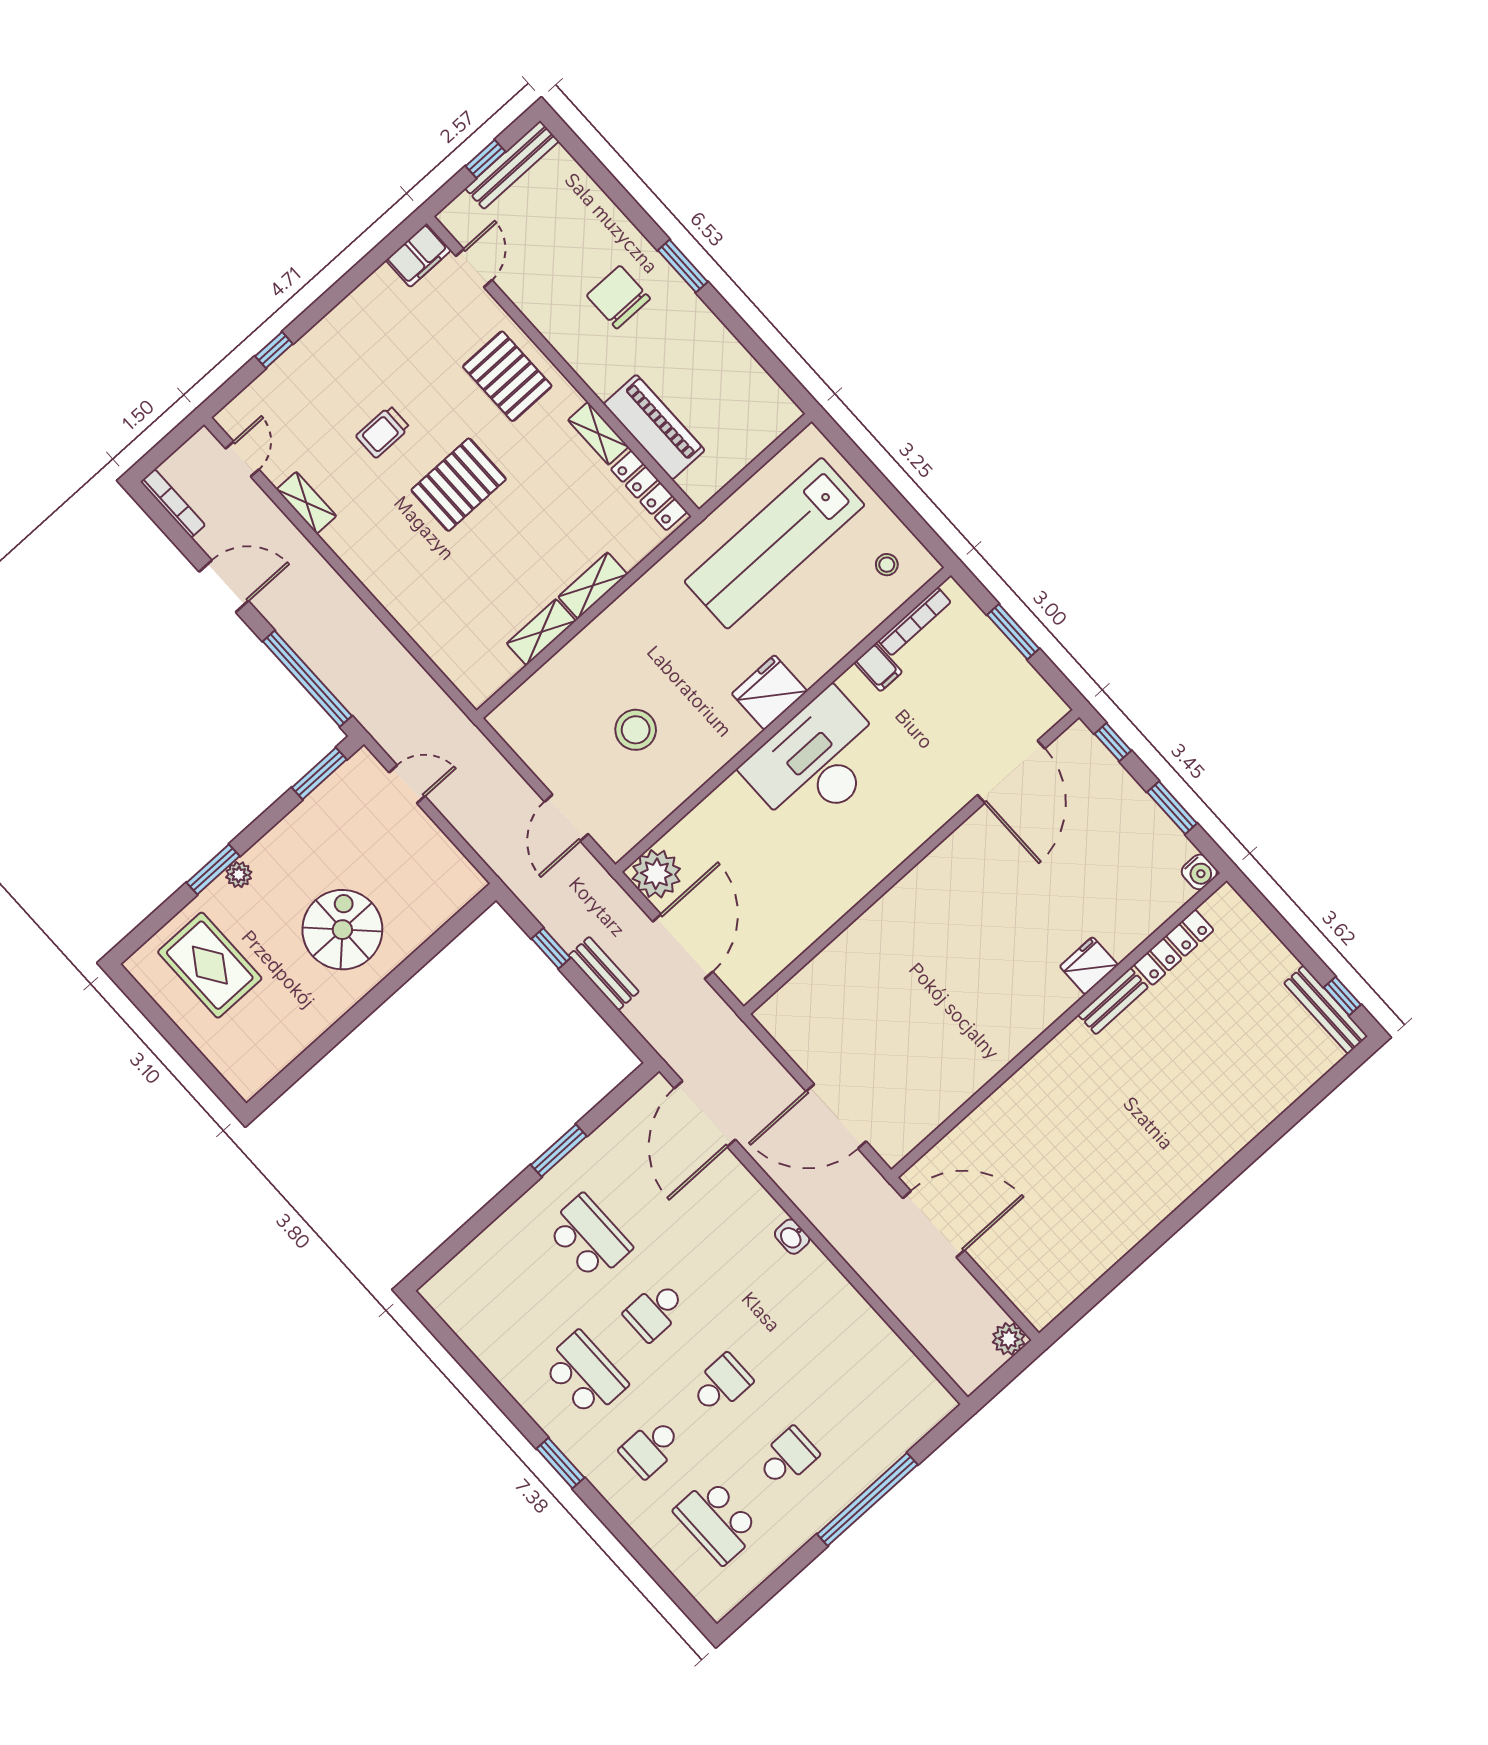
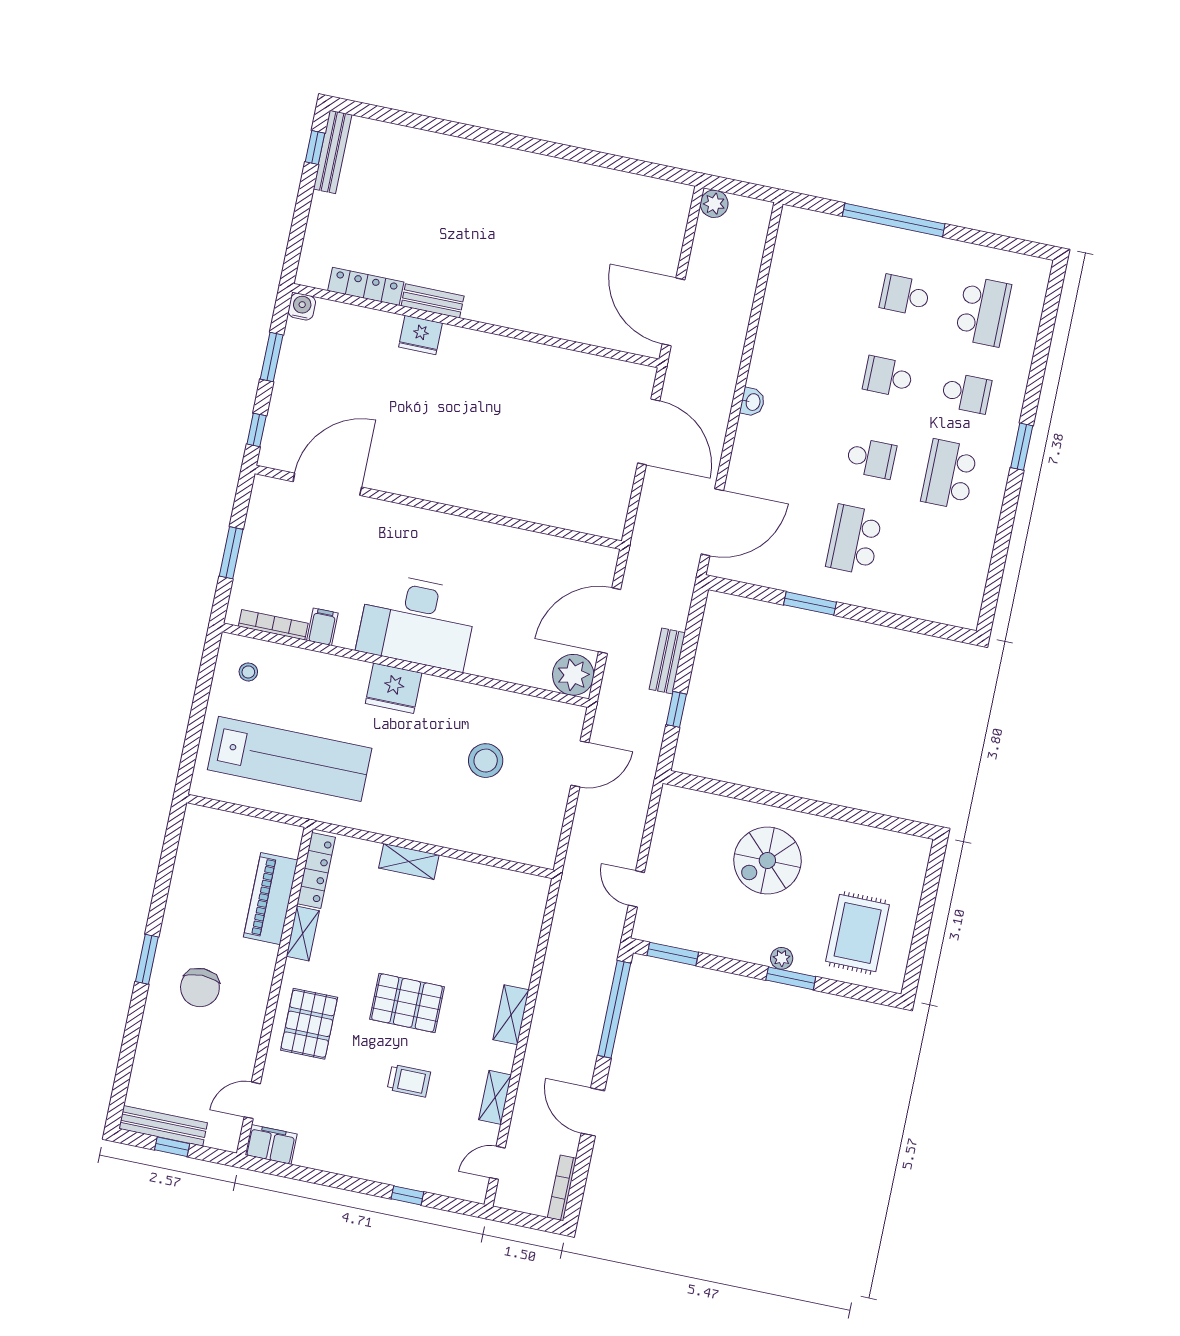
shelving: (541, 632) -> (511, 1015), moved, turned 90

